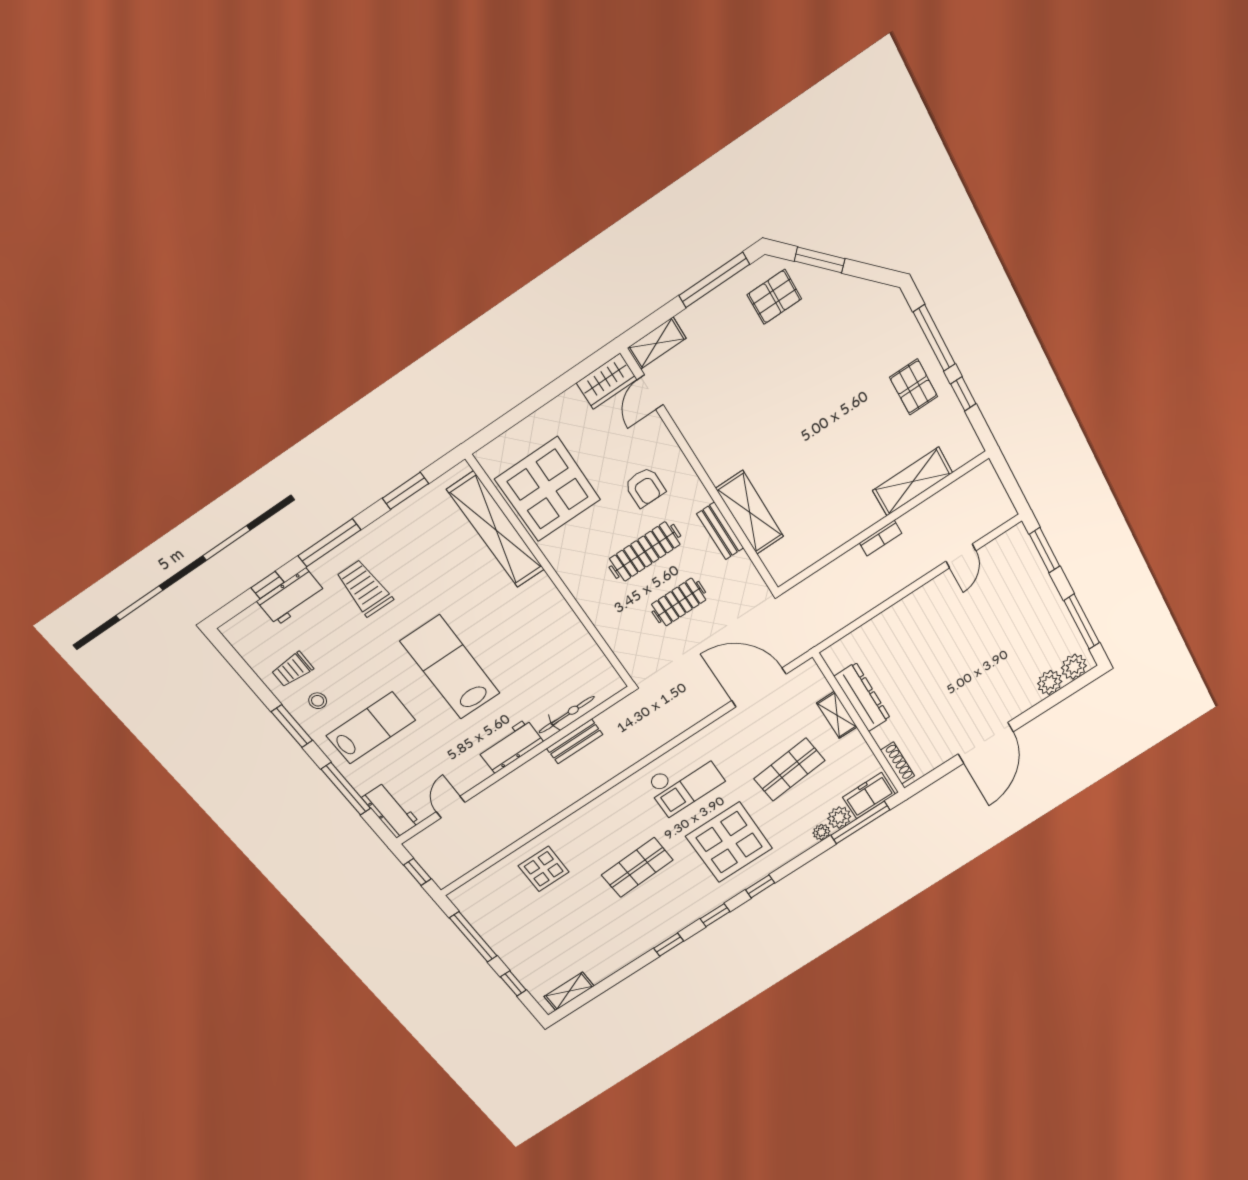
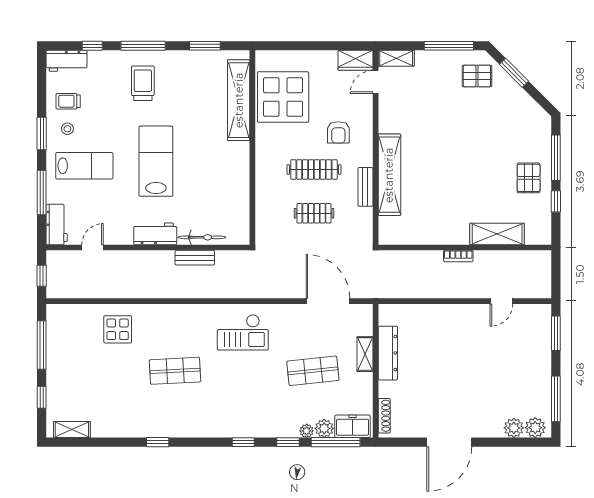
shelving: (750, 513) -> (389, 175), width x1.47
workbench: (291, 597) -> (67, 61), moved
display table: (729, 842) -> (244, 395), removed
window: (715, 915) -> (288, 442), moved

